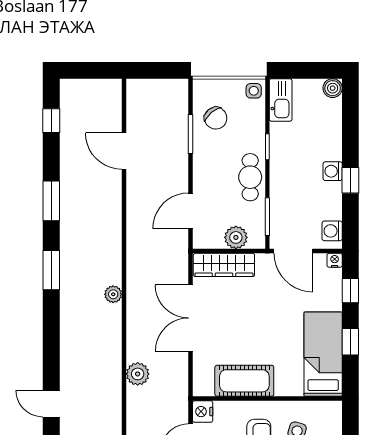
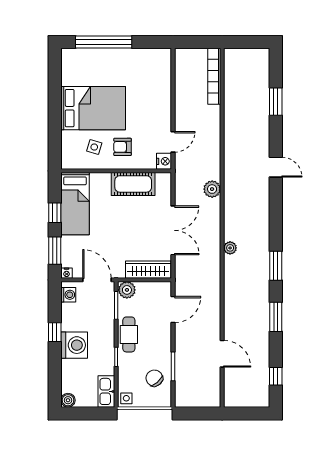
washing machine: (333, 171) -> (74, 345), width x1.89, depth x1.89
plant: (236, 237) -> (127, 290), moved
window: (350, 291) -> (55, 251), width x1.50

